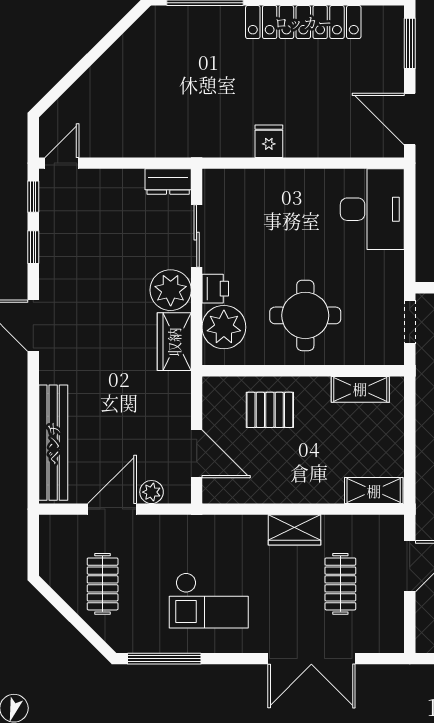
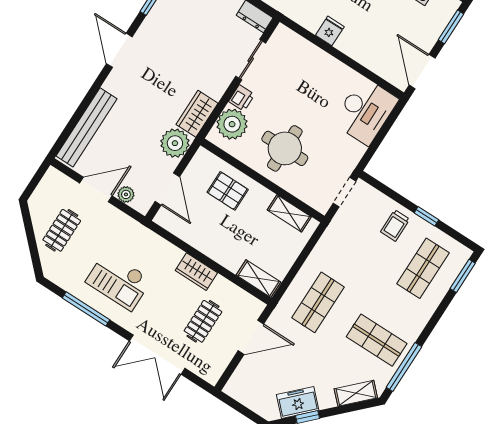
plant: (171, 290) -> (175, 143), moved
window: (164, 659) -> (86, 309), moved

